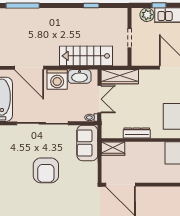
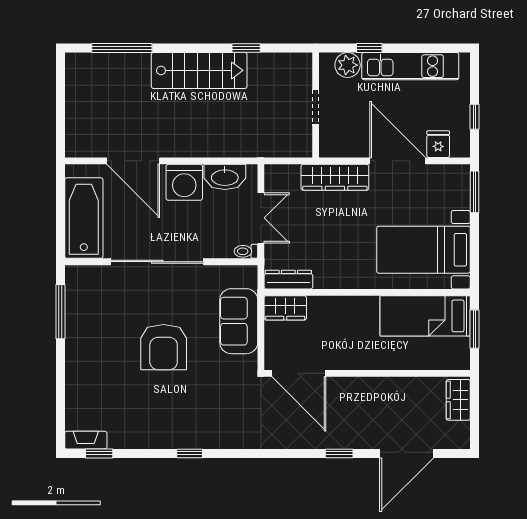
stairs: (86, 56) -> (199, 70), moved, turned 180
wardrobe: (120, 77) -> (335, 177), moved
dresser: (137, 133) -> (288, 280), moved
sofa: (87, 143) -> (239, 321), moved

